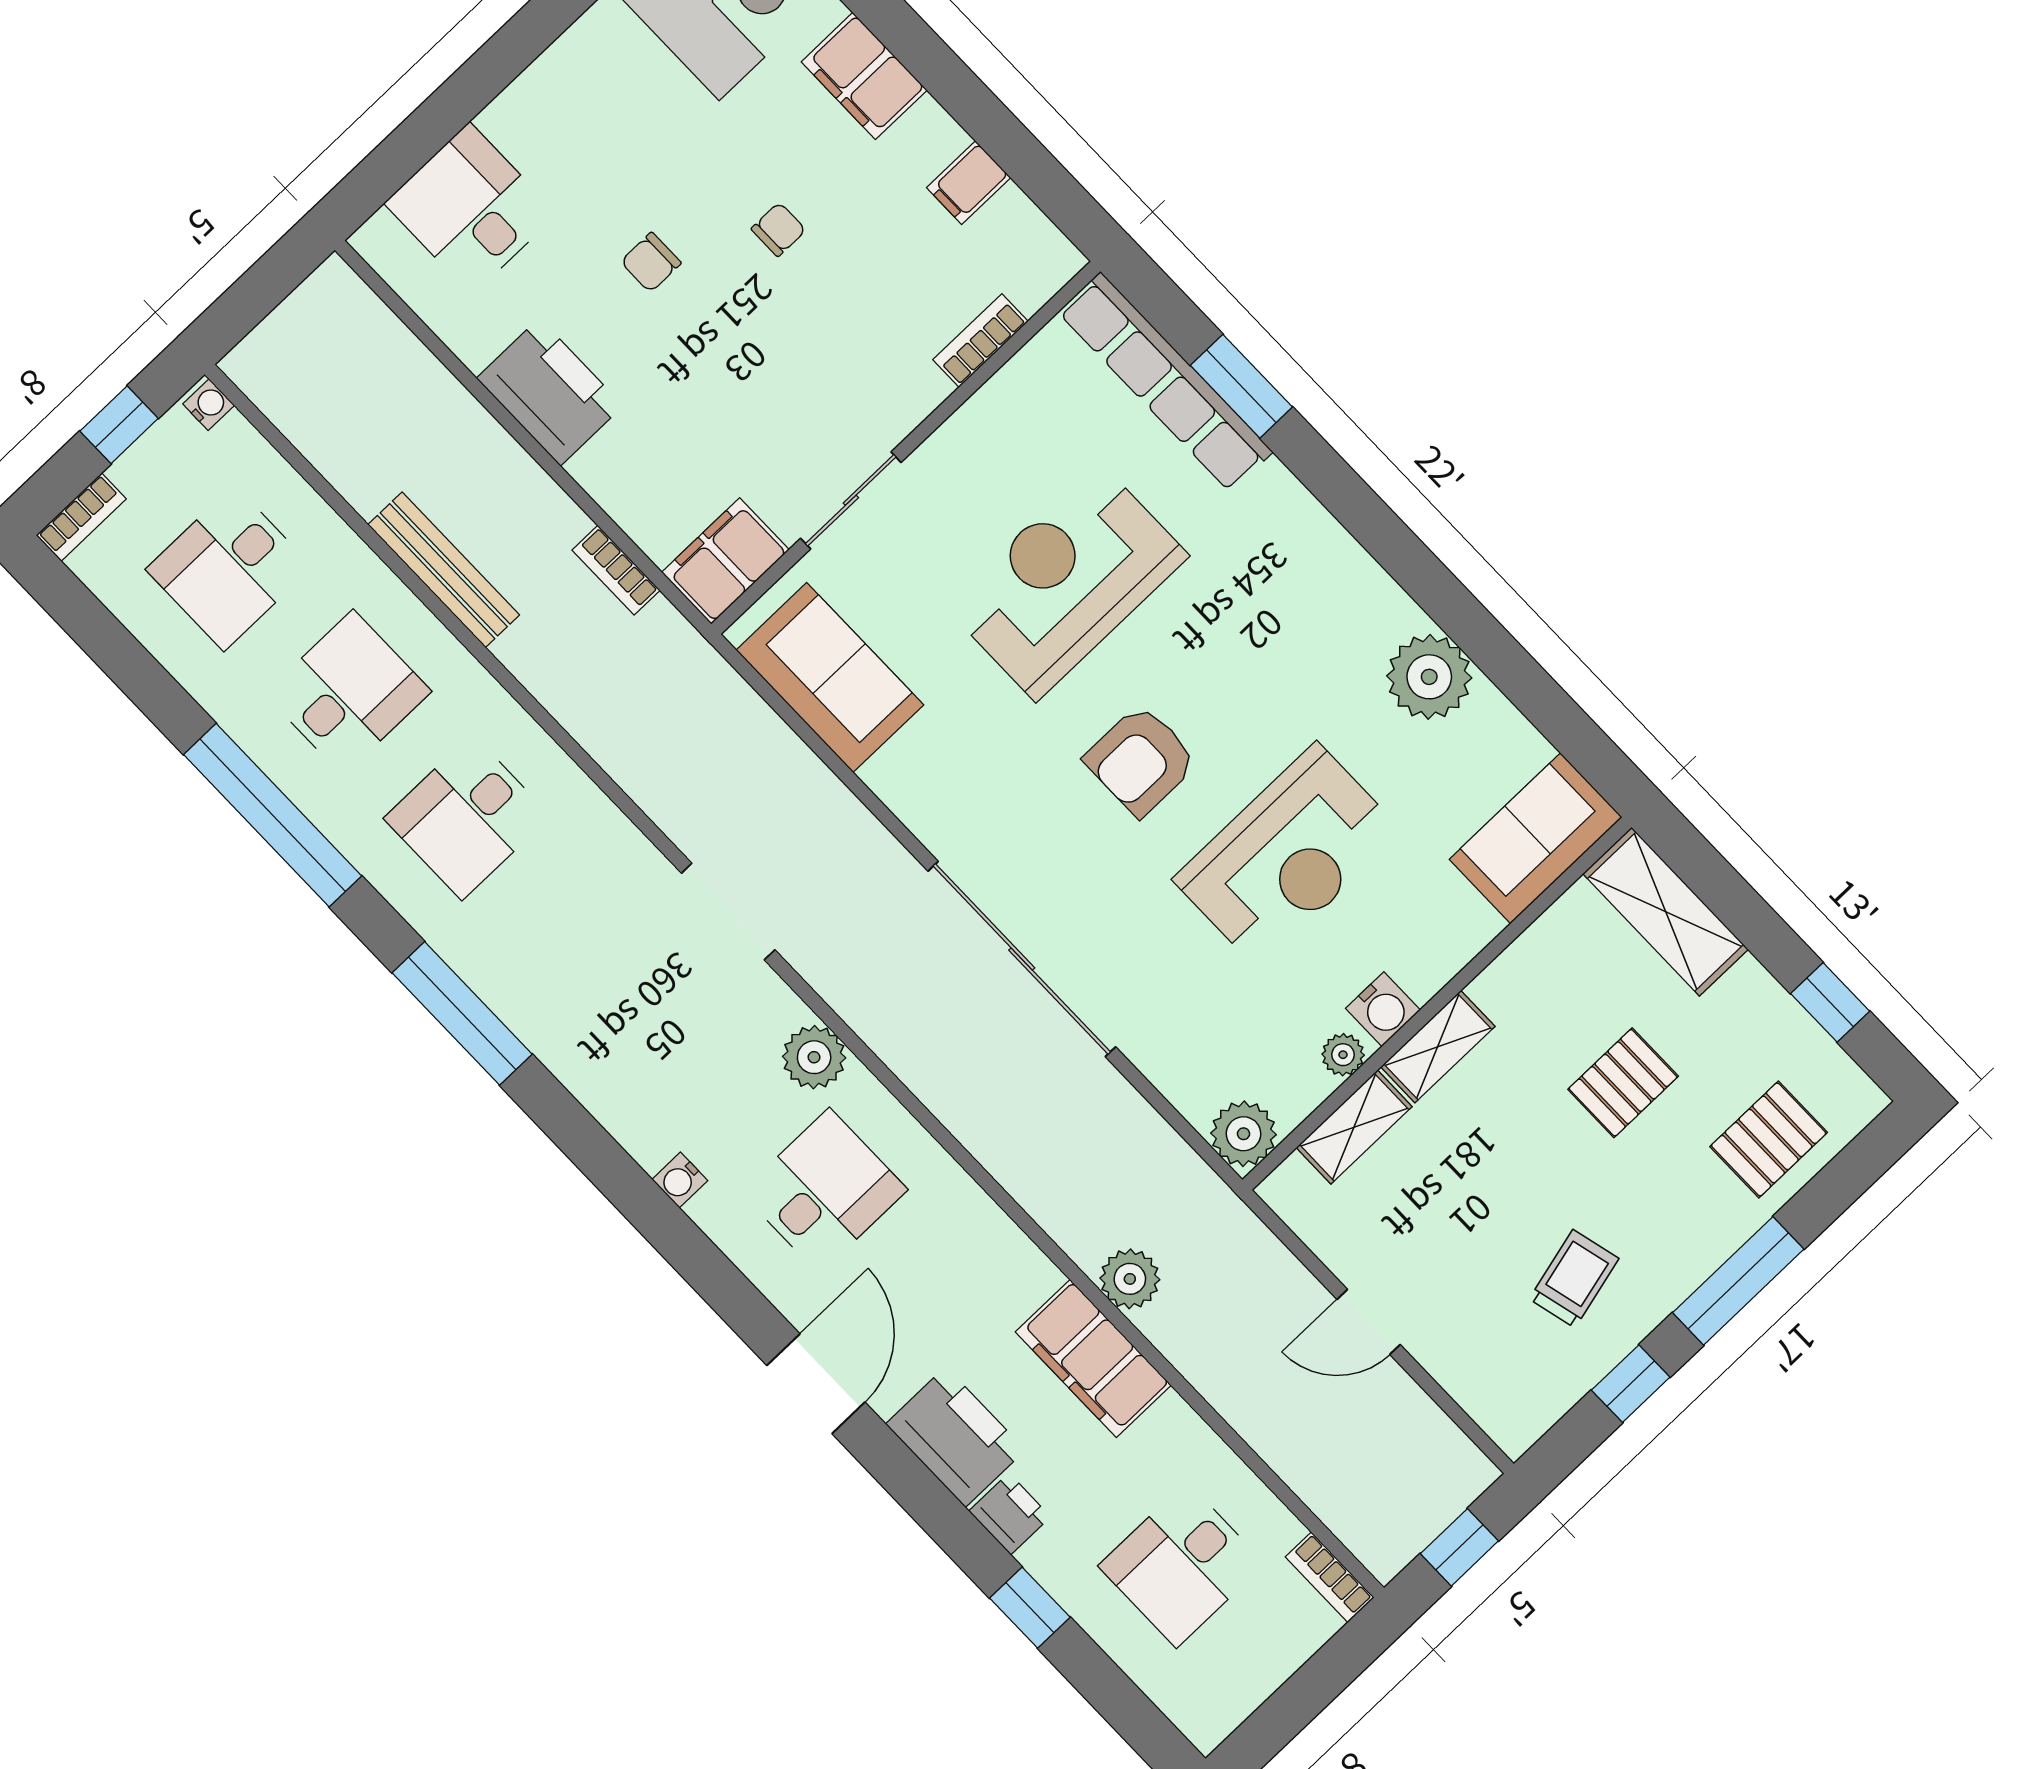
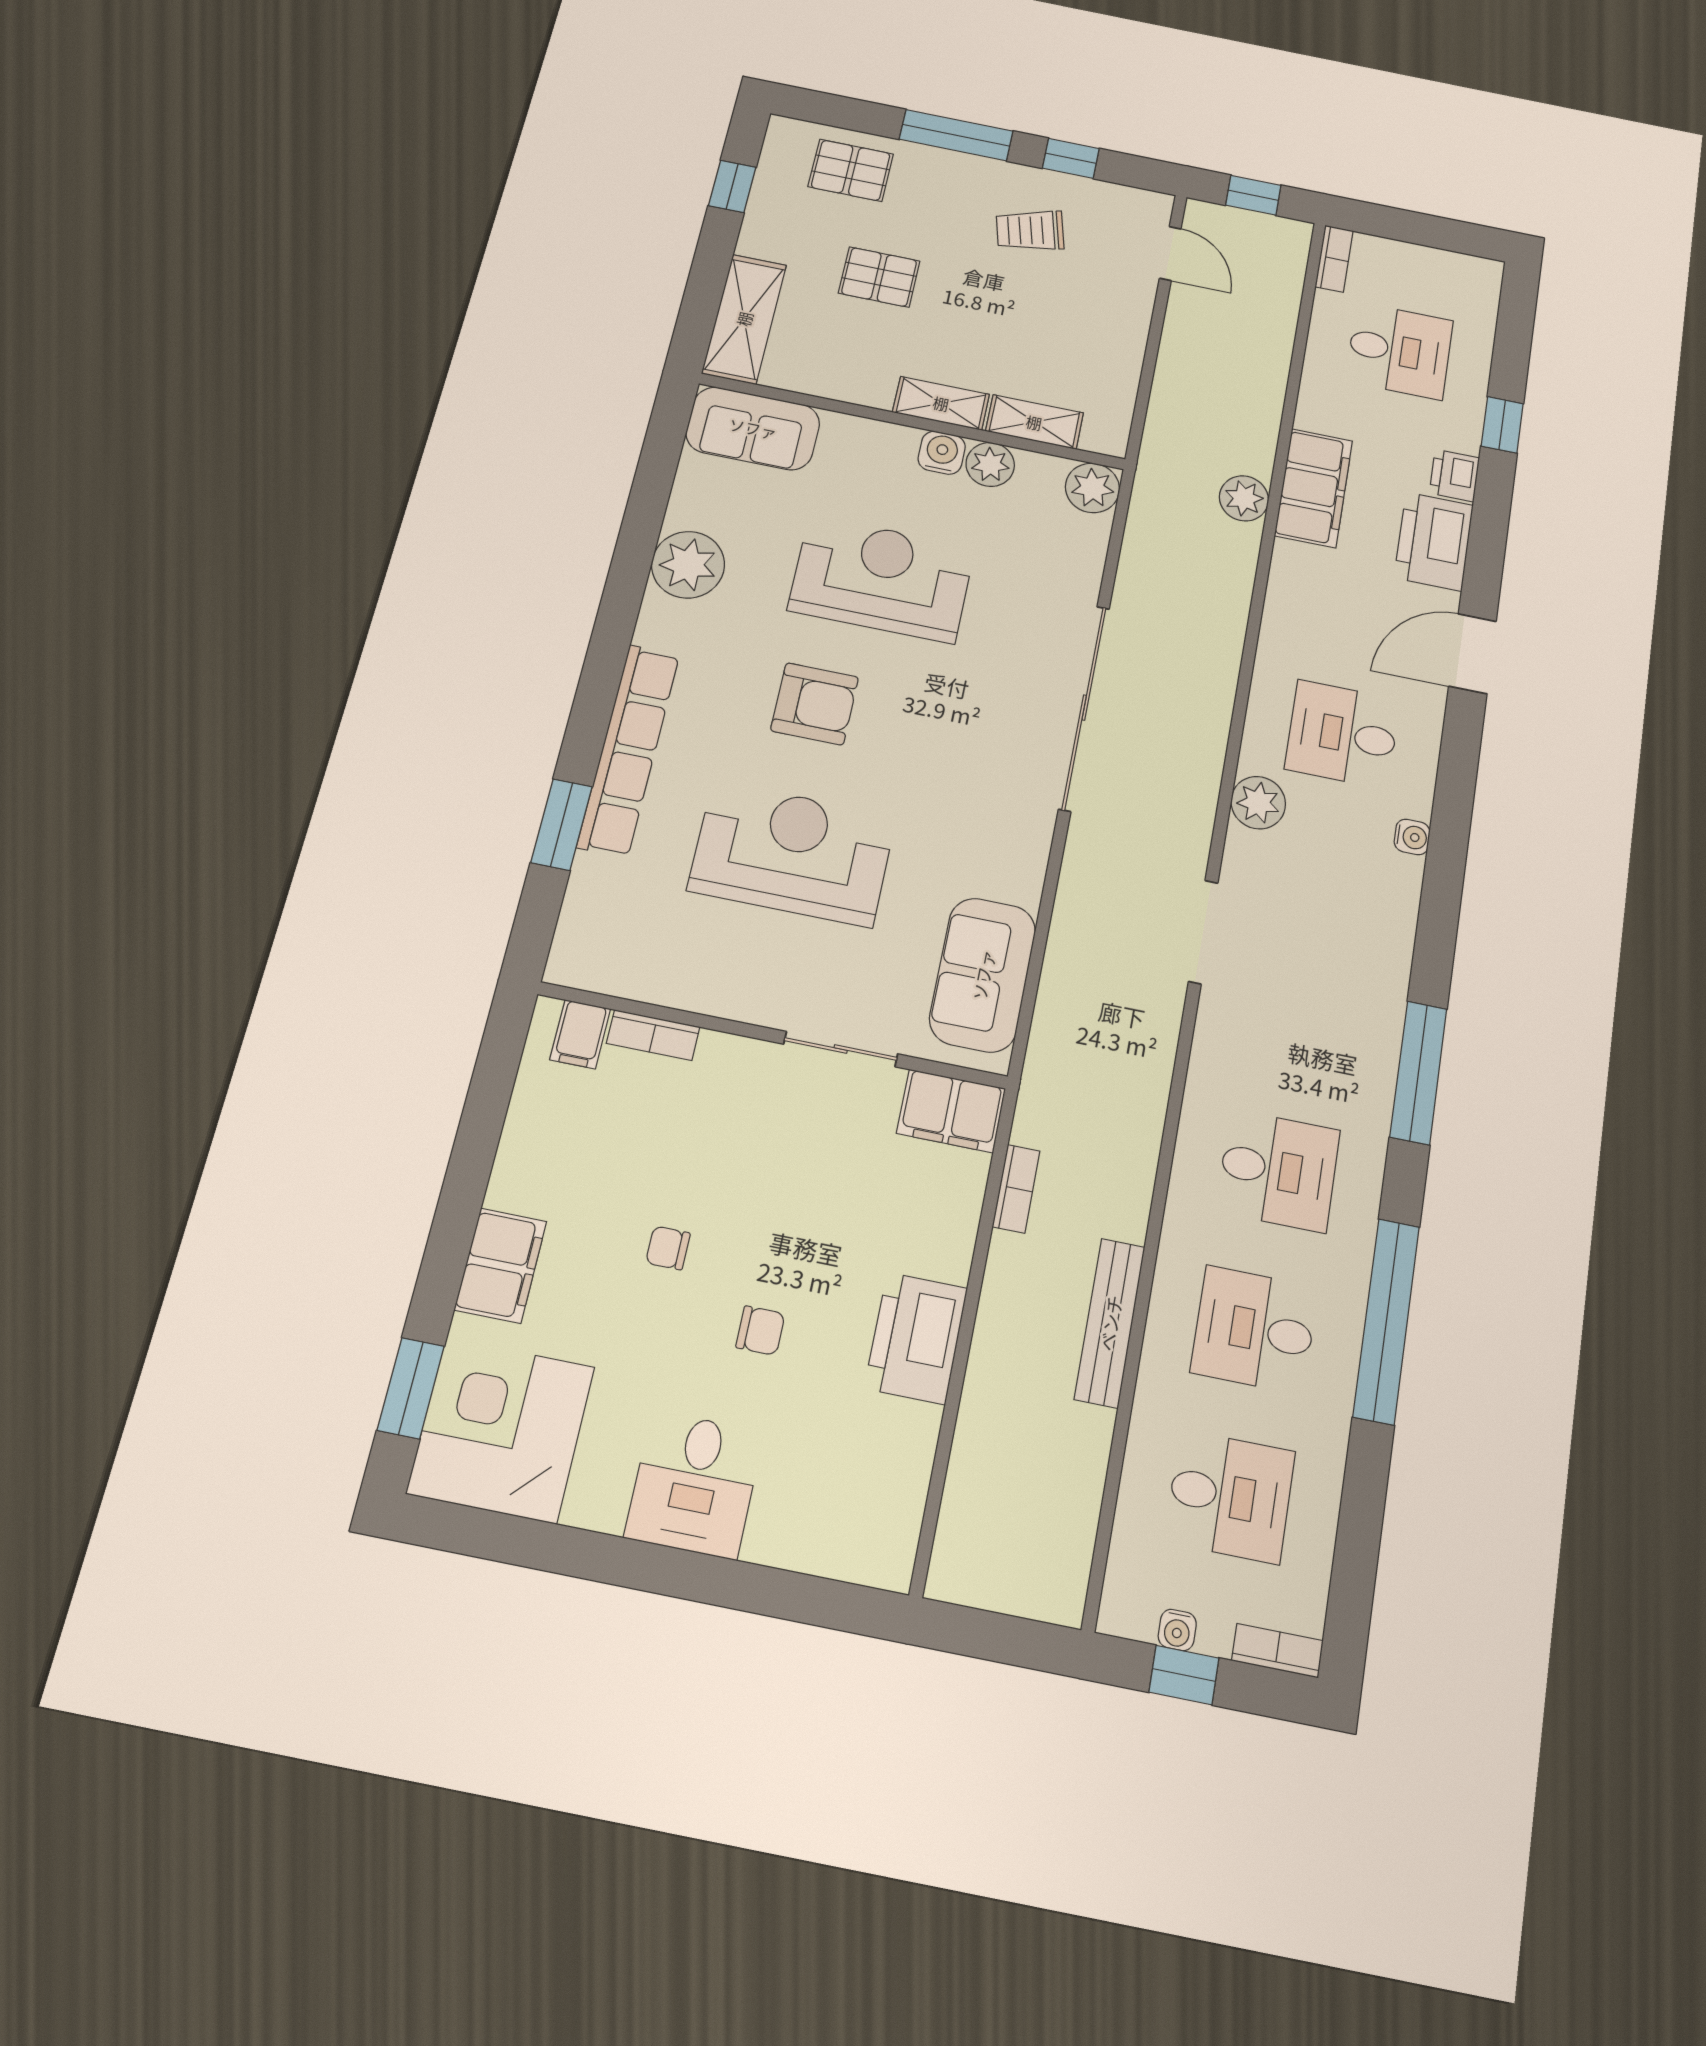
filing cabinet: (969, 183) -> (580, 1034), moved, turned 90
desk: (471, 209) -> (694, 1484), moved
row of seats: (1165, 382) -> (629, 750), moved
water cooler: (209, 405) -> (1177, 1630), moved, turned -90
reception desk: (1067, 581) -> (792, 853), turned 180
armchair: (1141, 760) -> (815, 704), moved
plant: (1343, 1055) -> (990, 465), width x1.38, depth x1.38
door: (1369, 1322) -> (1170, 254), moved

